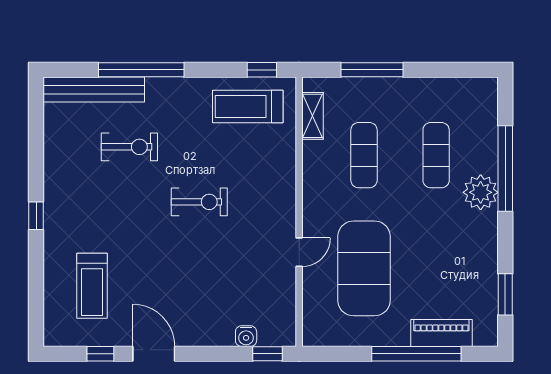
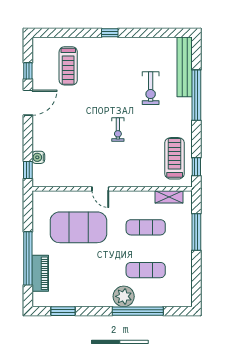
exercise bike: (199, 202) -> (118, 130), width x0.73, depth x0.72
door: (299, 252) -> (100, 189), moved
treadmill: (92, 286) -> (68, 66), turned -90

